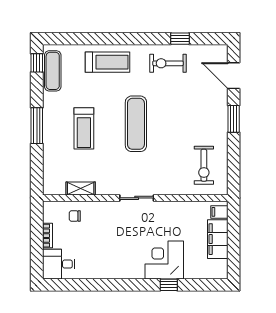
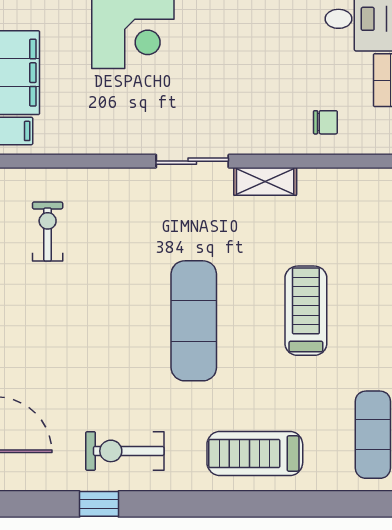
exercise bike: (168, 63) -> (125, 451), turned 180
exercise bike: (204, 165) -> (48, 232), width x0.73, depth x0.72
shelving: (81, 189) -> (265, 181), moved

